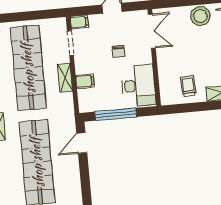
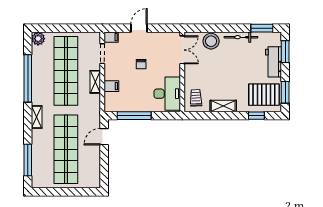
double door: (152, 31) -> (182, 50), moved
wall: (154, 58) -> (182, 72), moved
desk: (138, 86) -> (167, 94), moved

